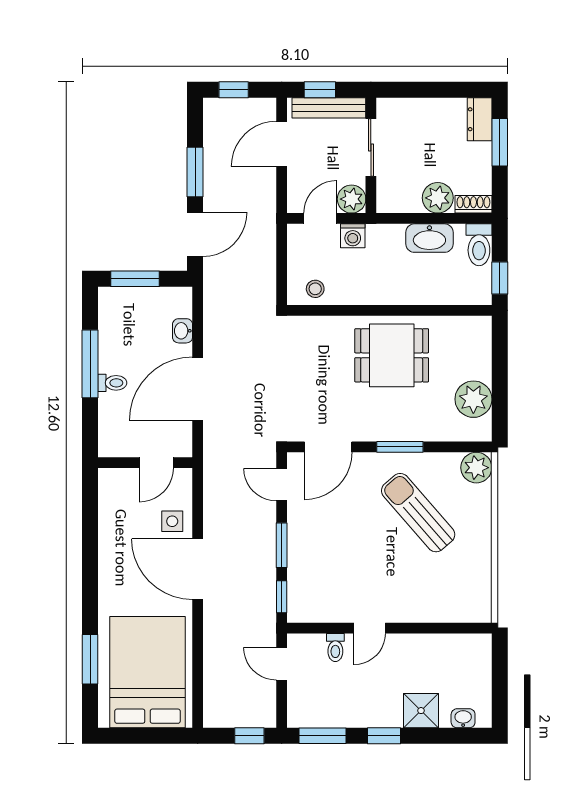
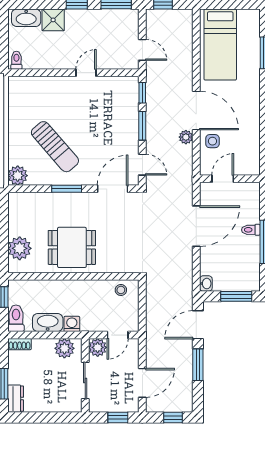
bench: (329, 108) -> (112, 406), removed
plant: (438, 198) -> (64, 348), moved
washing machine: (353, 236) -> (72, 324), moved
washbasin: (183, 331) -> (206, 284), moved
plant: (473, 399) -> (20, 248), moved
plant: (214, 528) -> (186, 137), added
toilet: (335, 647) -> (16, 60), moved
bed: (148, 672) -> (220, 45), width x0.67
washbasin: (463, 718) -> (26, 18), width x1.91, depth x1.45

